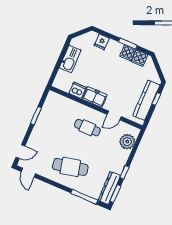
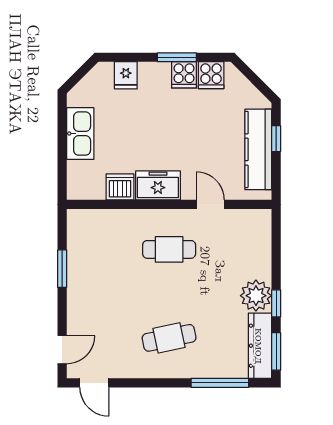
door: (114, 116) -> (210, 204), swing flipped
plant: (127, 142) -> (256, 296), moved
cafe table: (70, 167) -> (169, 338), width x0.73, depth x0.74

